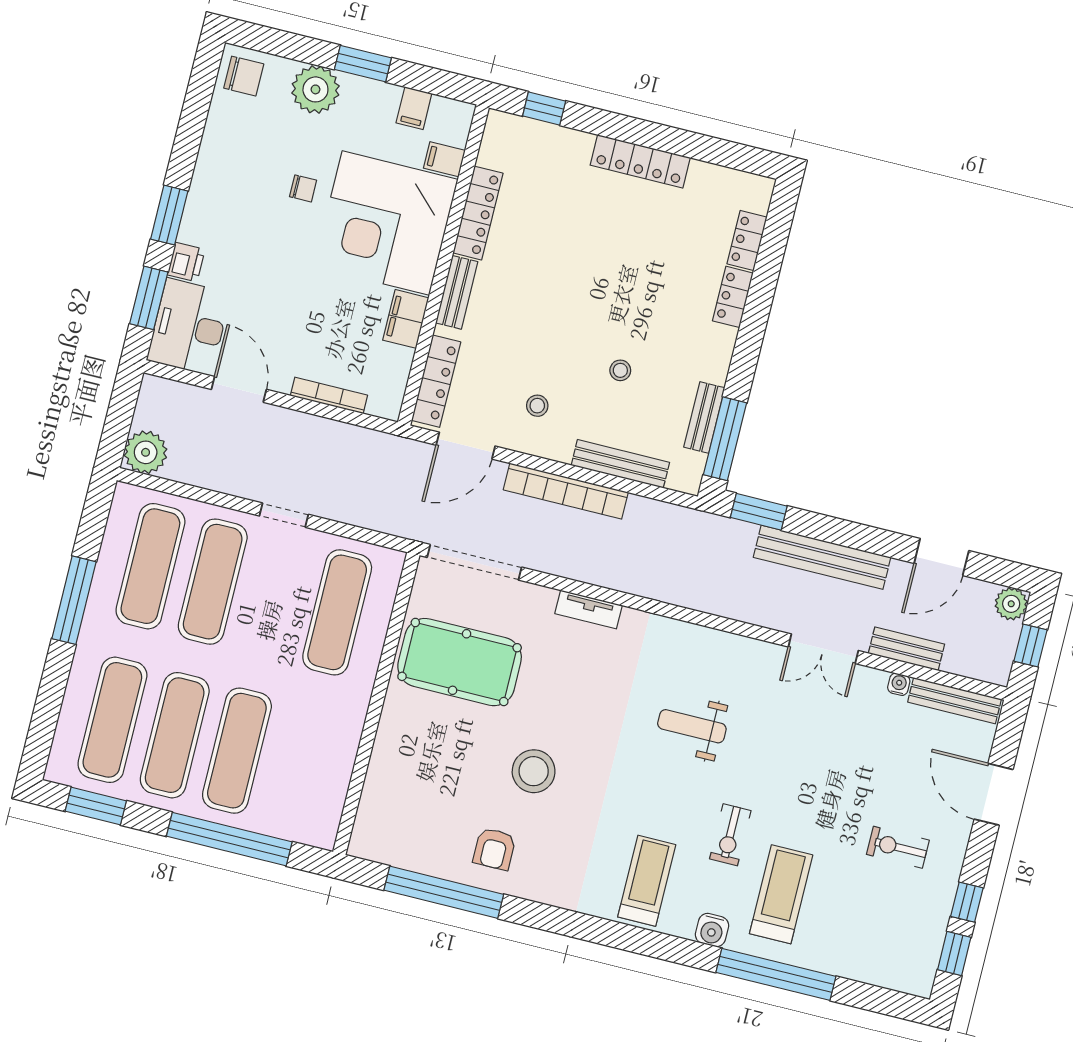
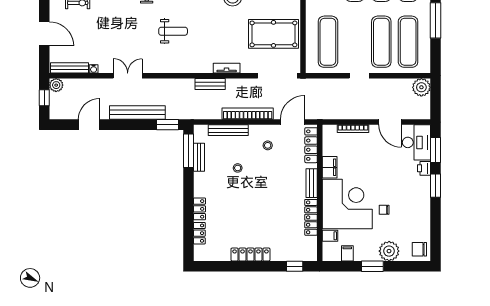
plant: (1011, 604) -> (56, 85), moved
bench: (906, 649) -> (210, 84), moved

